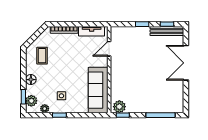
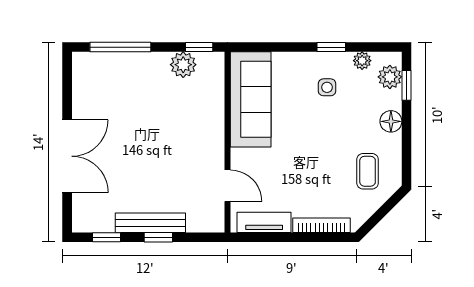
bench: (167, 31) -> (150, 223), moved
door: (109, 49) -> (227, 186), hinge flipped
plant: (119, 107) -> (183, 65), moved

